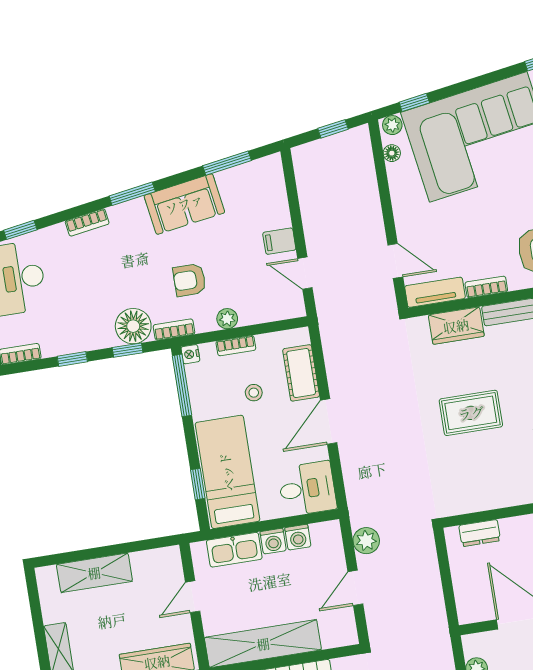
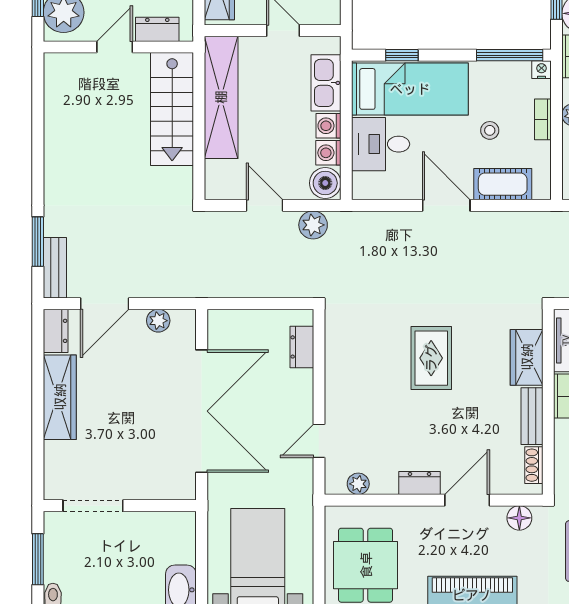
desk: (307, 489) -> (381, 144), moved, turned 90
boiler: (326, 536) -> (325, 183), added

